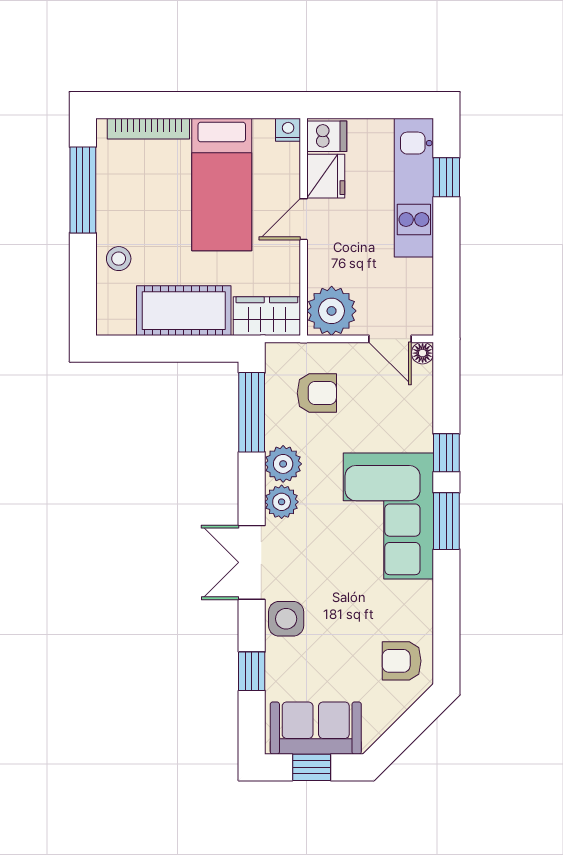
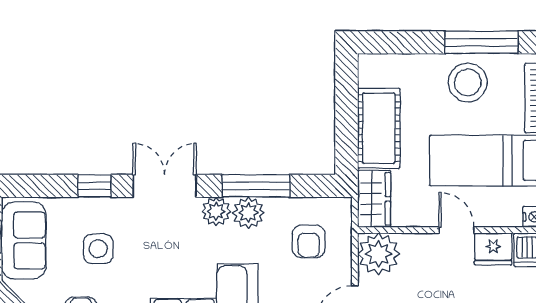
stool: (119, 259) -> (468, 82), moved, width x1.89, depth x1.89
window: (252, 412) -> (256, 186), moved
side table: (286, 619) -> (98, 249), moved
window: (252, 671) -> (95, 186), moved

